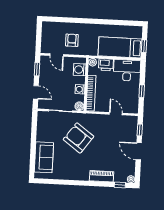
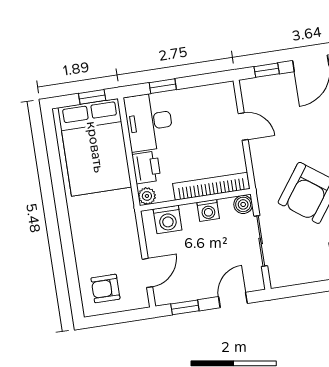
armchair: (72, 40) -> (105, 288), moved
bed: (120, 47) -> (95, 147), width x1.50
window: (142, 91) -> (163, 86), moved
door: (116, 114) -> (243, 126), swing flipped

